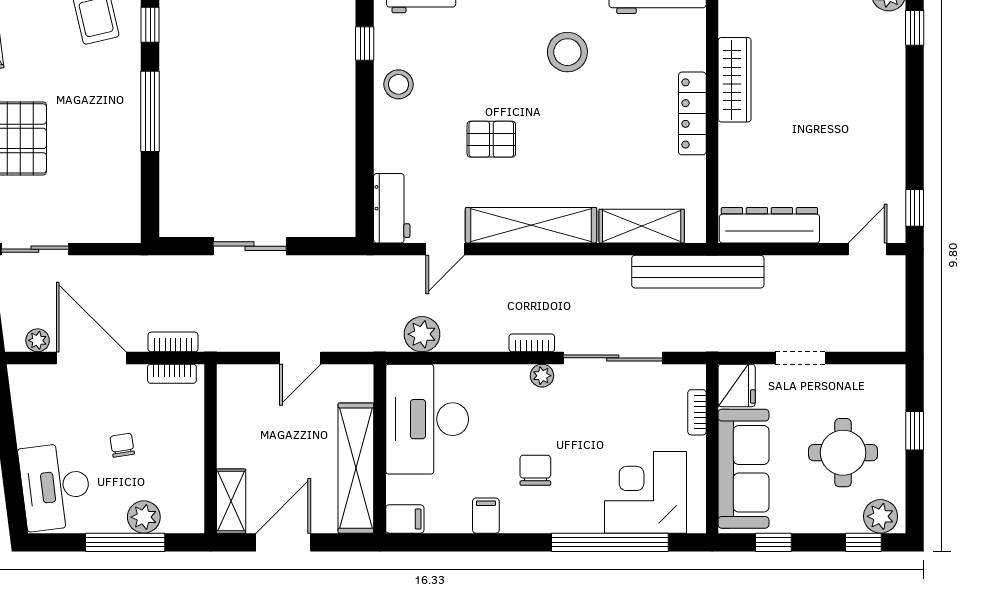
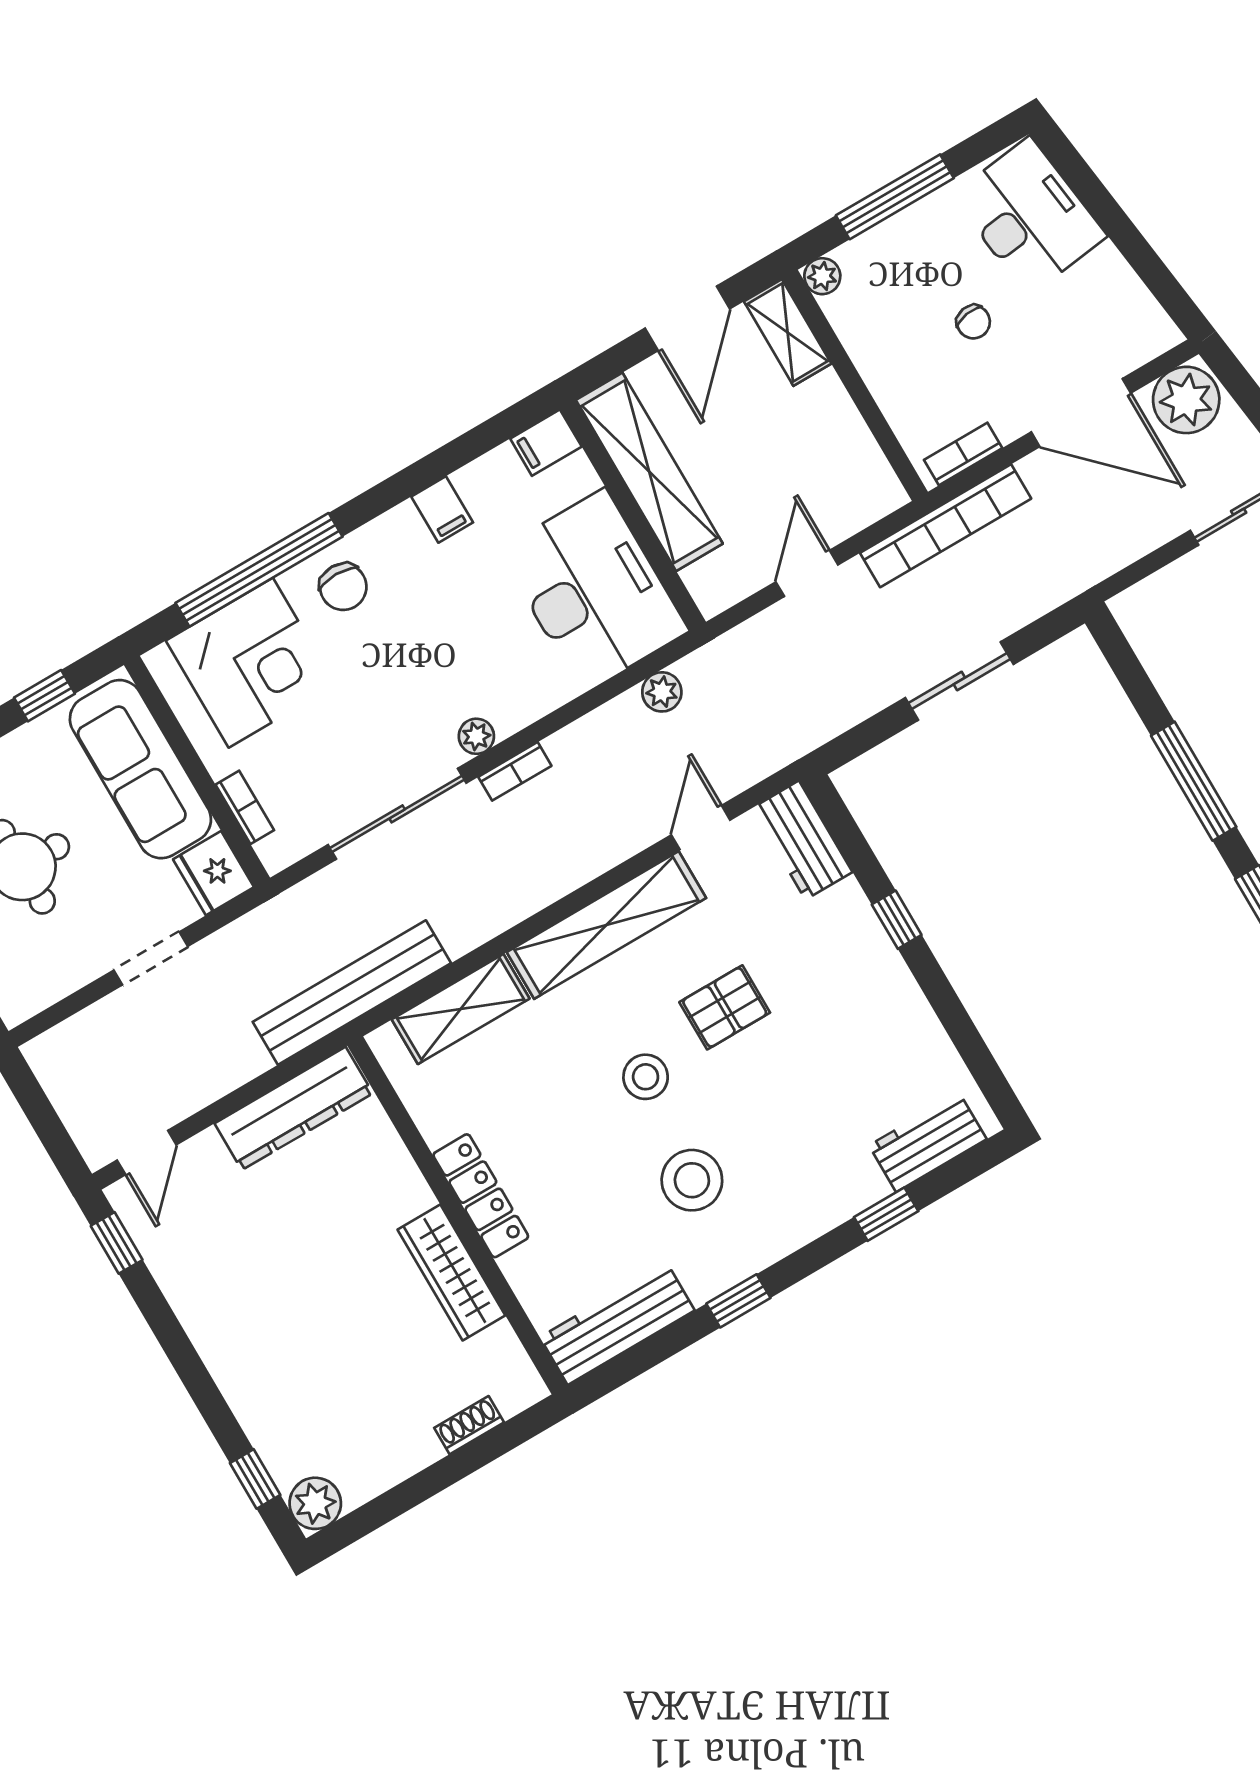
window: (365, 44) -> (897, 920), moved
stool: (399, 84) -> (646, 1077), moved
plant: (422, 334) -> (662, 692), width x0.73, depth x0.73
plant: (38, 340) -> (1186, 400), width x1.87, depth x1.87
bookcase: (173, 342) -> (946, 526), width x2.31, depth x1.31
chair: (535, 470) -> (343, 587), moved
plant: (144, 517) -> (822, 276), moved, width x0.73, depth x0.73

